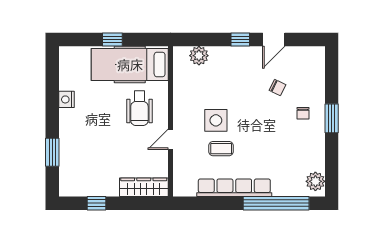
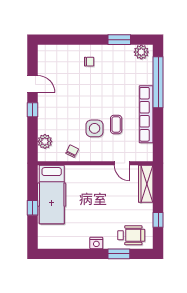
chair: (277, 88) -> (72, 151), moved
nightstand: (67, 99) -> (96, 243), moved
wheelchair: (139, 108) -> (131, 235), moved
window: (332, 118) -> (119, 40), moved
door: (170, 139) -> (122, 163), moved

